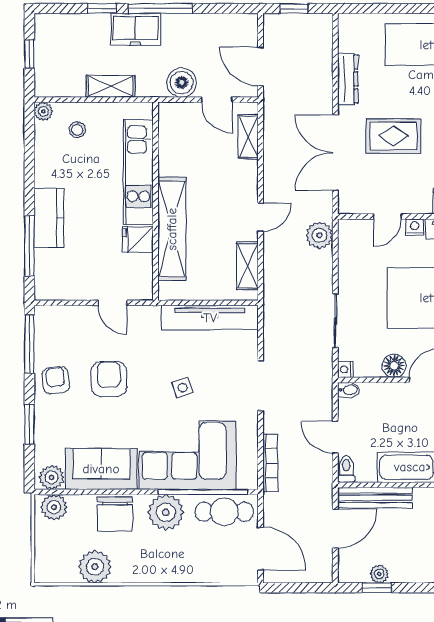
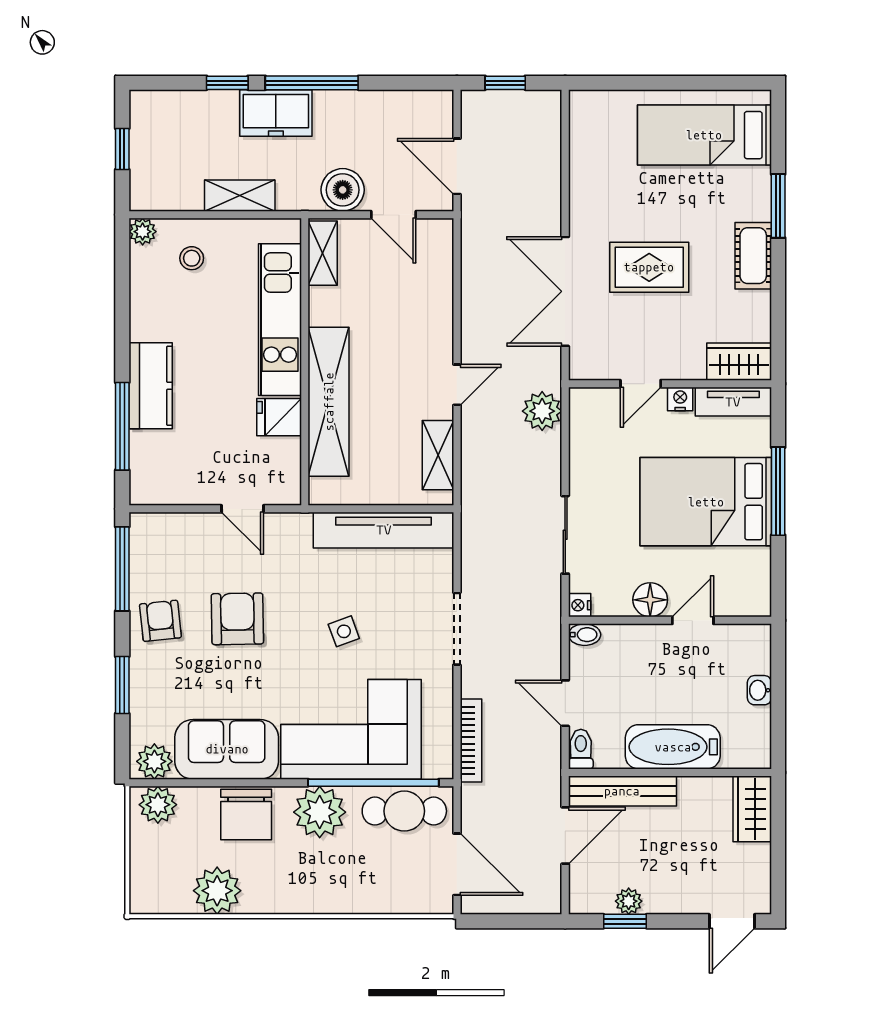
dresser: (348, 79) -> (583, 185), removed
shelving: (248, 137) -> (323, 253), moved

